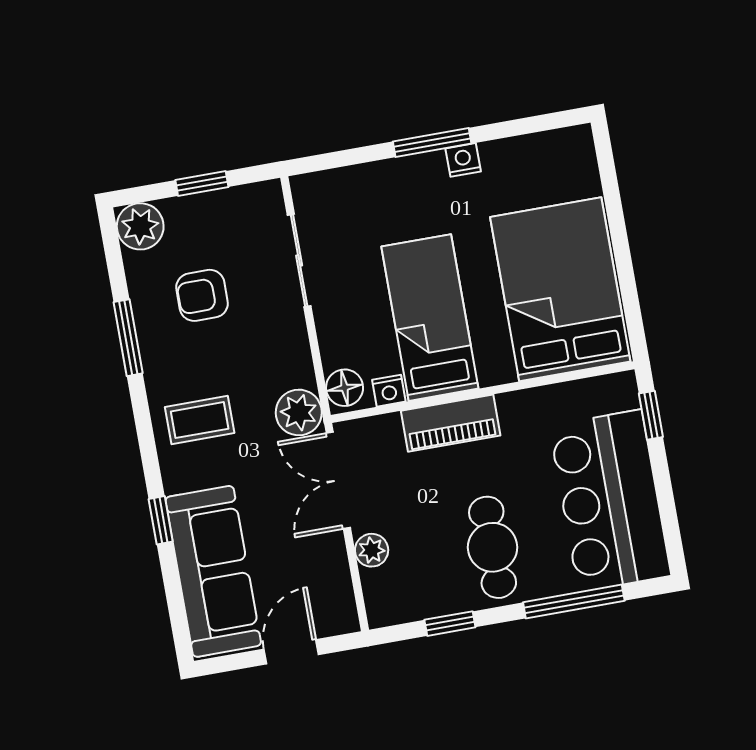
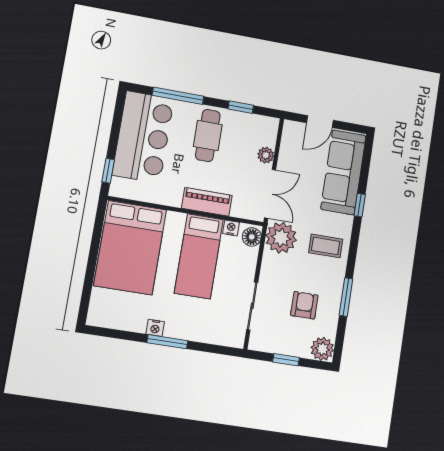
armchair: (202, 295) -> (304, 305), turned -90
plant: (299, 412) -> (281, 238), width x1.36, depth x1.36

